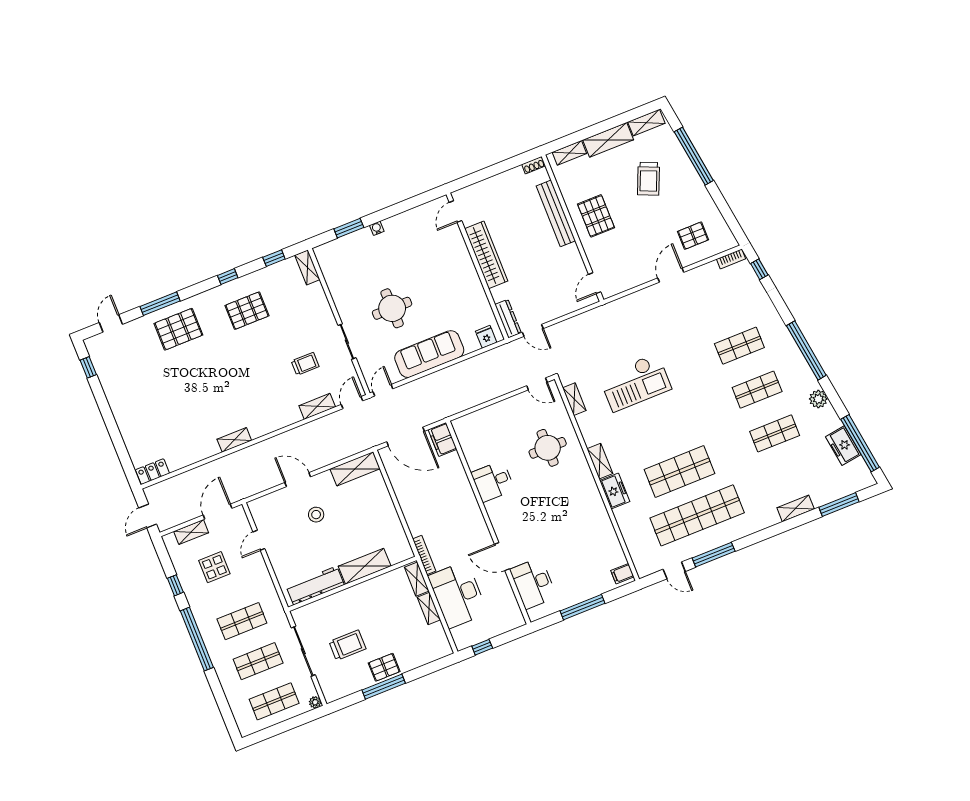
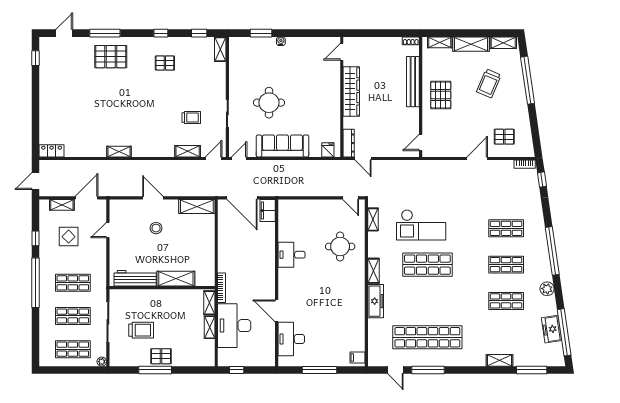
pallet: (247, 311) -> (165, 63), width x0.67, depth x0.71
shop shelf: (680, 471) -> (427, 265), moved
freezer: (615, 491) -> (376, 301), width x1.40

